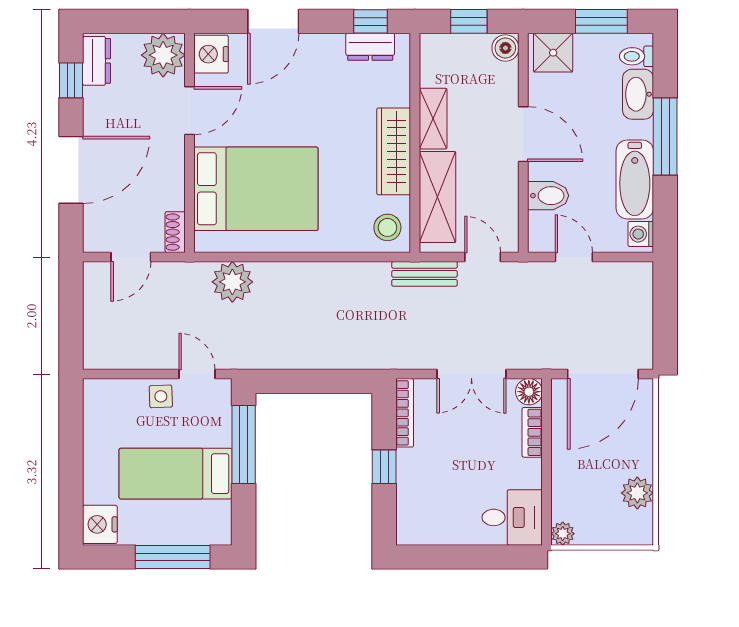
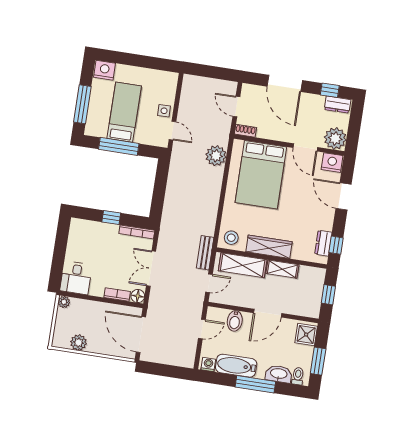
boiler: (505, 48) -> (312, 311), removed
door: (197, 374) -> (172, 131), hinge flipped
window: (244, 445) -> (119, 146), moved

